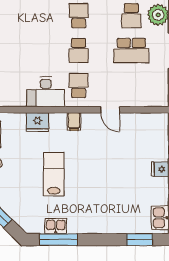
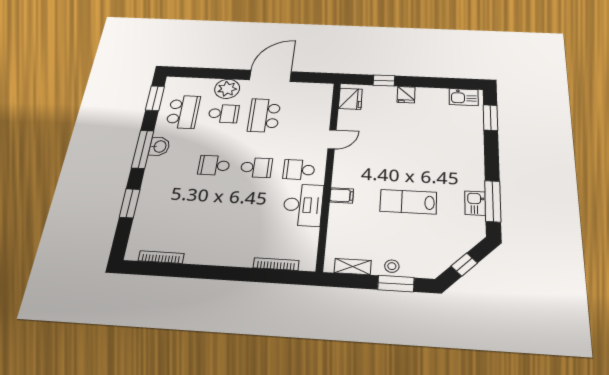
school desk: (131, 51) -> (264, 115), turned 180
fridge: (37, 122) -> (350, 99), moved
filing cabinet: (74, 122) -> (342, 195), moved

